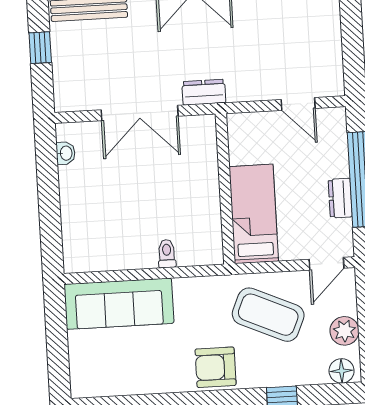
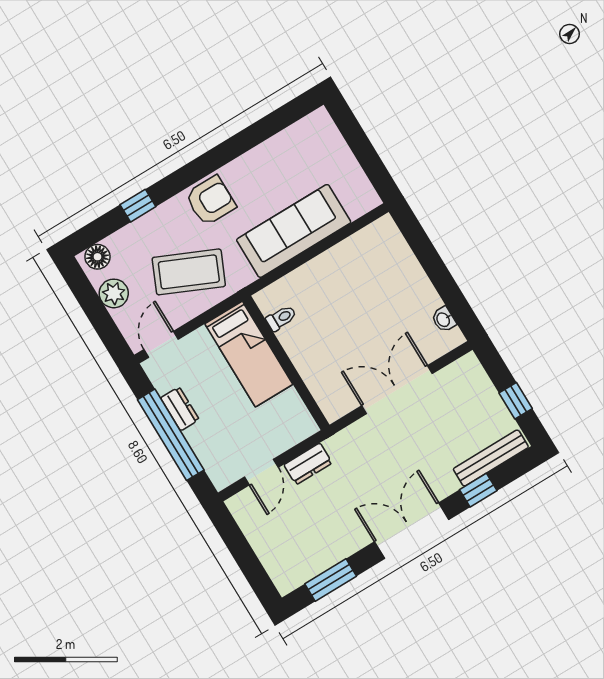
dresser: (204, 92) -> (308, 464), moved
door: (298, 104) -> (261, 472), swing flipped
toilet: (167, 254) -> (281, 318), moved, turned -90
sofa: (119, 304) -> (294, 231), moved

